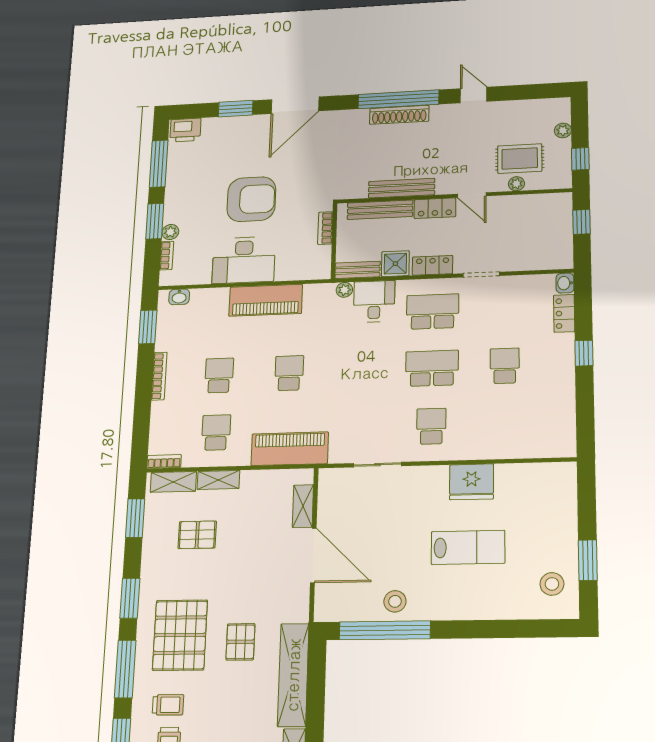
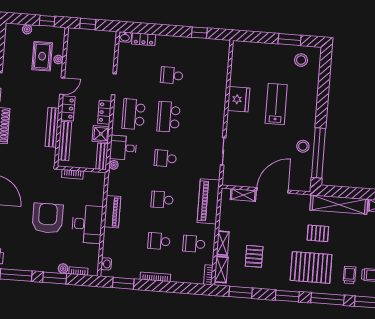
piano: (266, 300) -> (112, 212), width x0.73, depth x0.75
window: (584, 353) -> (199, 33), moved
school desk: (431, 426) -> (165, 158), moved

